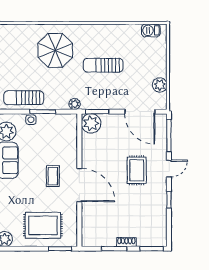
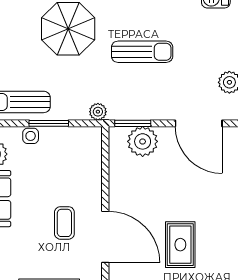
sun lounger: (103, 65) -> (142, 52), turned 180
plant: (91, 123) -> (143, 141), moved
rug: (137, 170) -> (180, 245), moved

